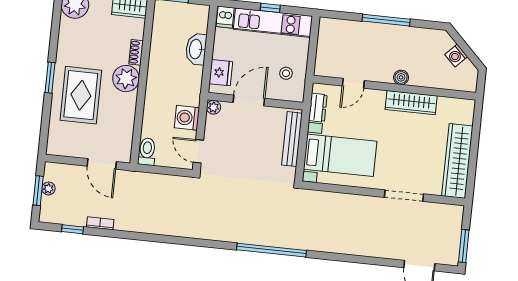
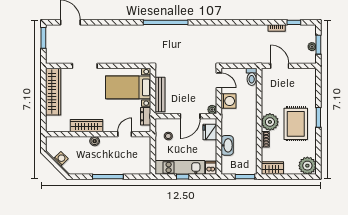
rug: (81, 95) -> (296, 124), moved

